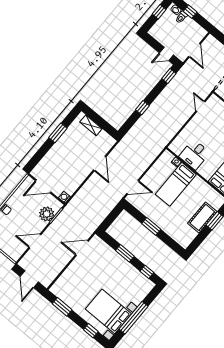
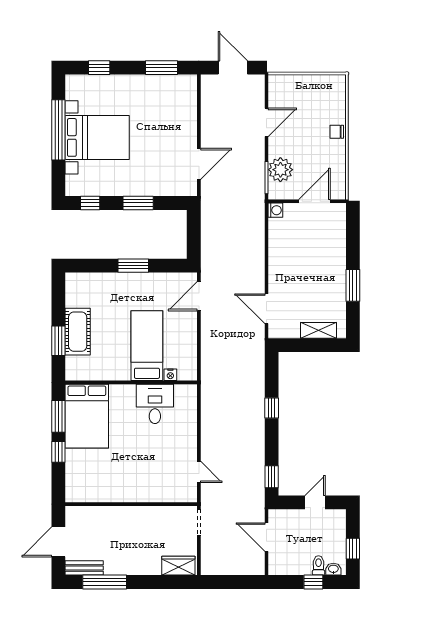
door: (166, 54) -> (315, 502), moved
door: (100, 164) -> (266, 309), moved
bed with nightstands: (108, 311) -> (97, 137), moved

